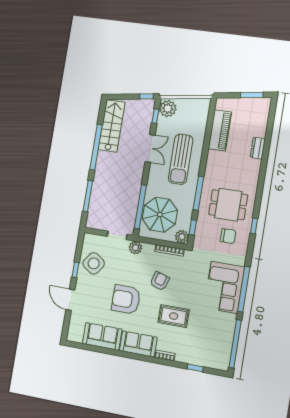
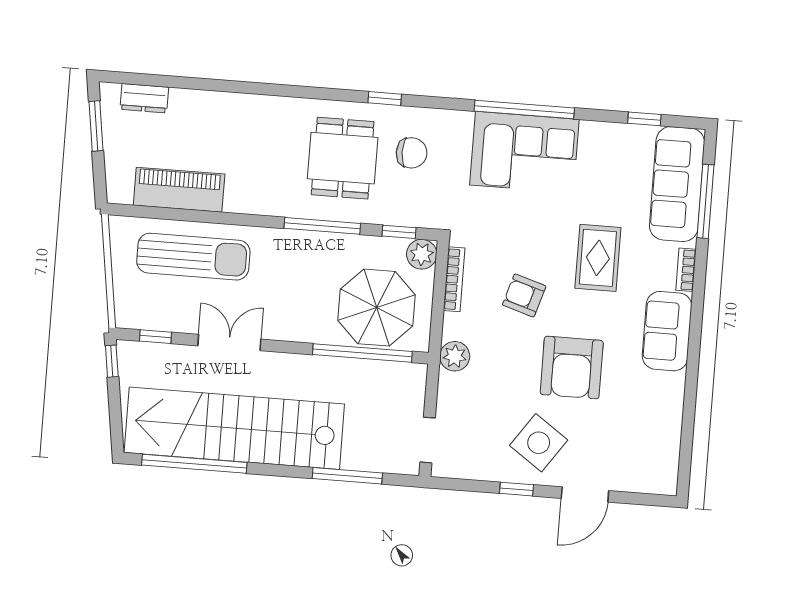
plant: (168, 109) -> (137, 310), removed
stairs: (112, 126) -> (234, 428), width x1.86, depth x1.51
window: (96, 147) -> (194, 464), moved
dresser: (258, 148) -> (144, 98), moved
sun lounger: (181, 159) -> (193, 257), moved
doorway: (117, 235) -> (428, 440), moved
chair: (228, 236) -> (412, 153), turned 90
side table: (94, 263) -> (539, 443), moved
sofa: (102, 336) -> (677, 184), moved, width x1.36
window: (235, 344) -> (644, 119), width x0.32
window: (195, 368) -> (705, 201), width x2.17

